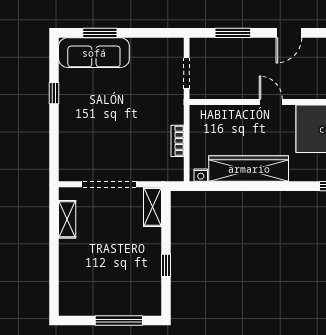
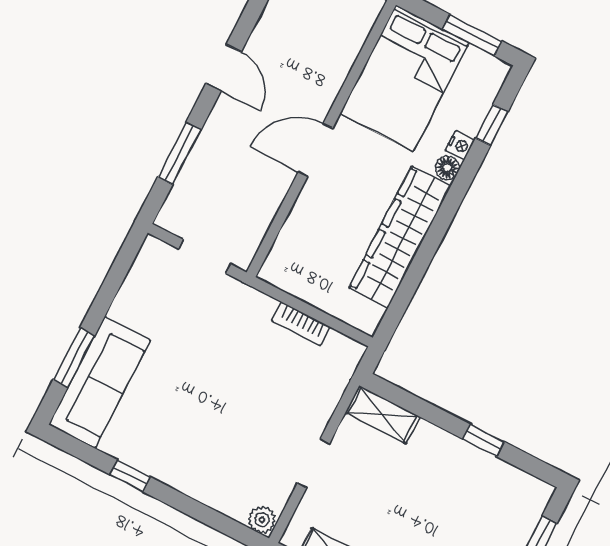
door: (271, 102) -> (315, 150), width x1.38
plant: (66, 173) -> (262, 520), added
nightstand: (201, 175) -> (460, 145), moved
floor lamp: (297, 175) -> (447, 168), added
doorway: (109, 184) -> (313, 463), width x0.53

